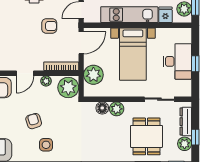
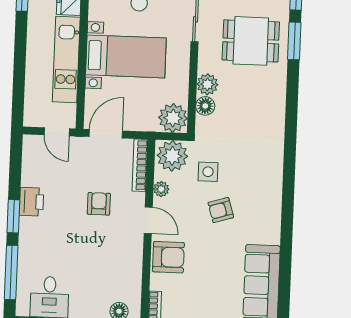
armchair: (49, 26) -> (99, 204), moved
door: (81, 43) -> (106, 134), hinge flipped
plant: (93, 75) -> (173, 118), moved
side table: (46, 145) -> (208, 172), moved

